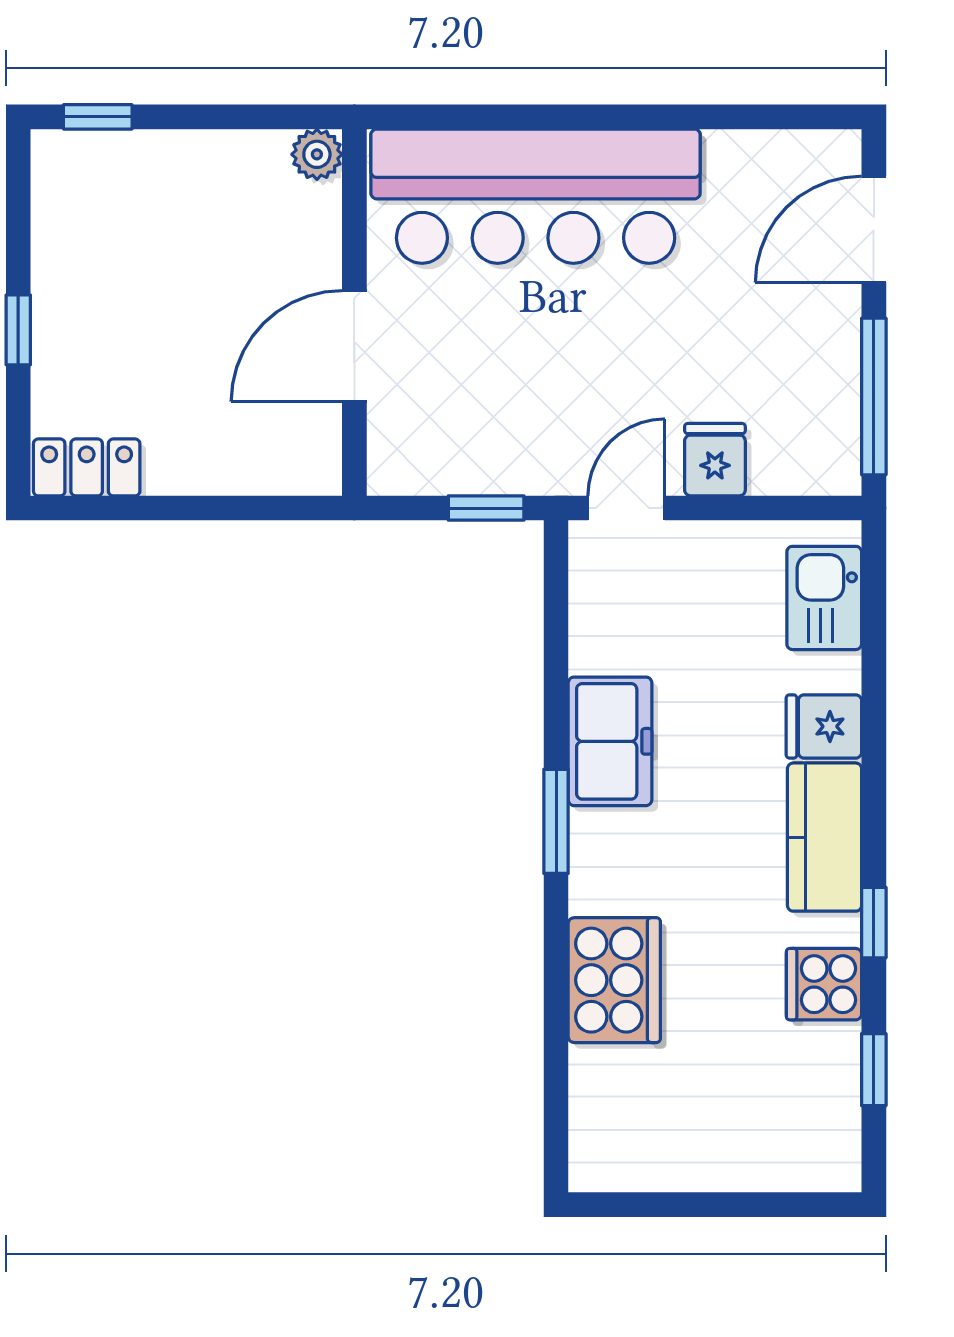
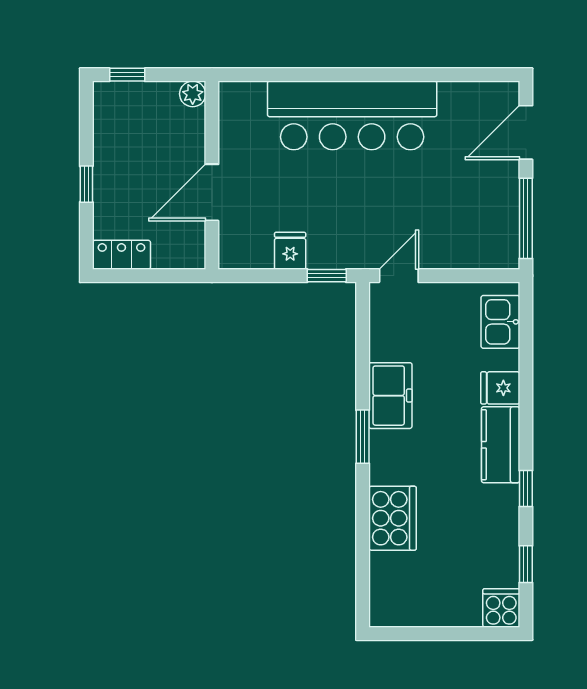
plant: (317, 154) -> (193, 94), moved
wall: (354, 312) -> (212, 175), moved
door: (354, 346) -> (212, 192), moved
fridge: (715, 460) -> (290, 251), moved
cooker: (824, 984) -> (501, 608), moved, turned 90

